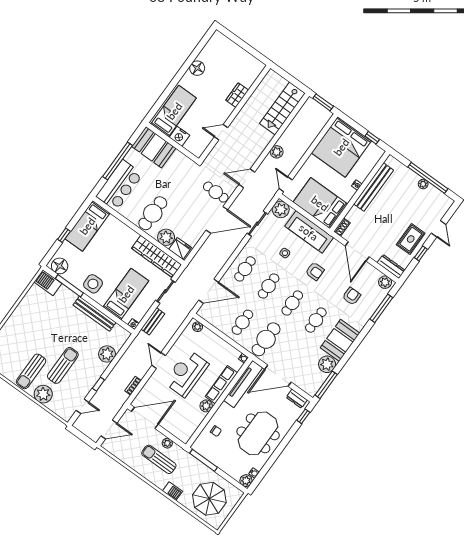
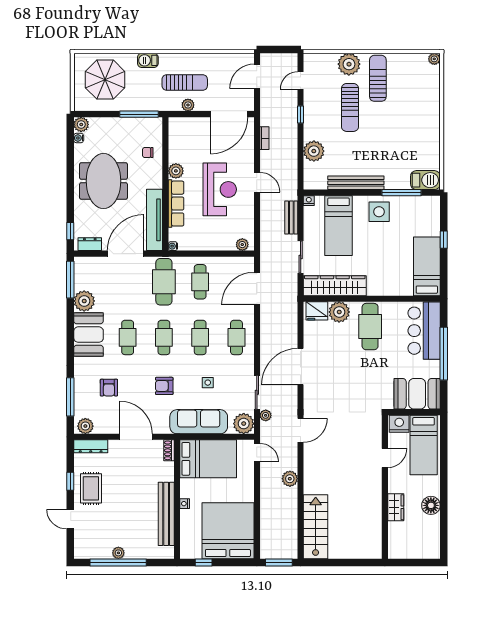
wardrobe: (237, 95) -> (396, 507), moved
wall: (235, 113) -> (385, 487), moved
door: (221, 132) -> (385, 458), moved
cafe table: (216, 192) -> (322, 394), removed
plant: (263, 205) -> (266, 415), added
floor lamp: (60, 266) -> (426, 205), removed

